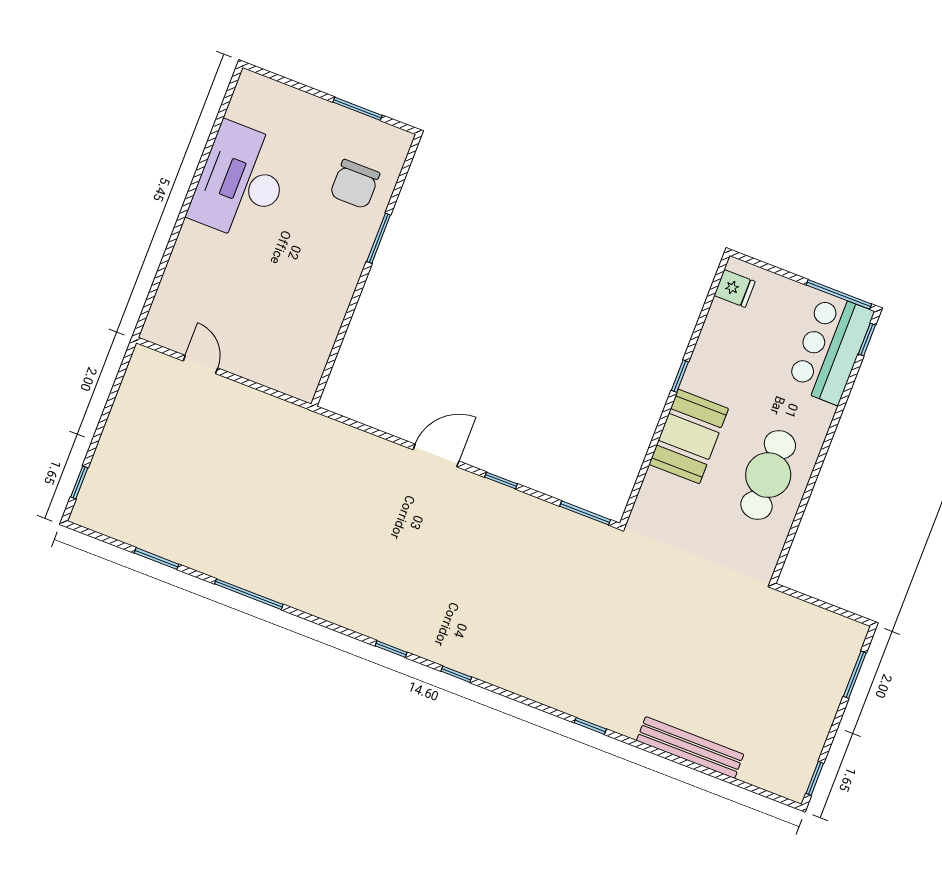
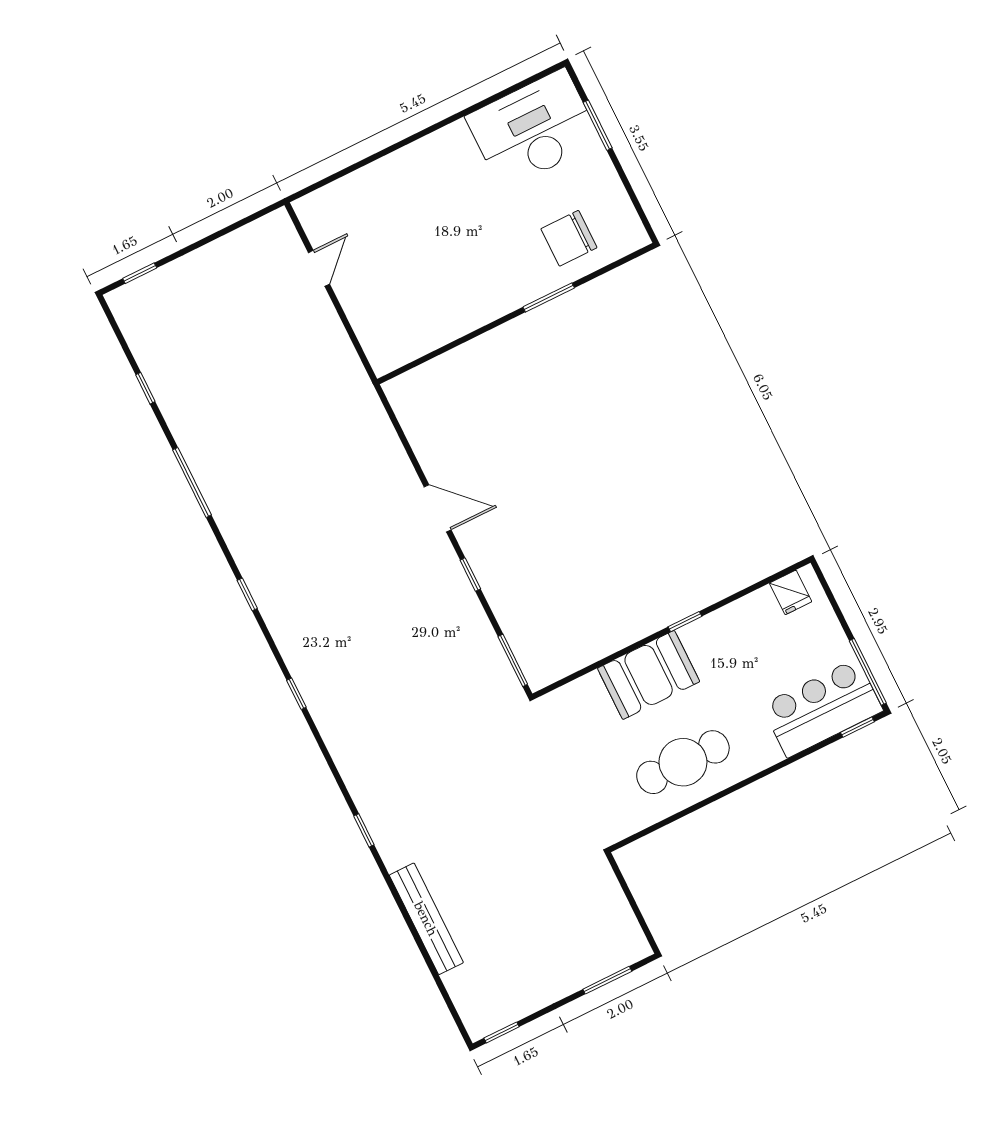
window: (358, 109) -> (598, 125), moved
desk: (241, 182) -> (533, 129), moved
window: (157, 559) -> (145, 388), width x0.67
window: (391, 649) -> (247, 594), moved

